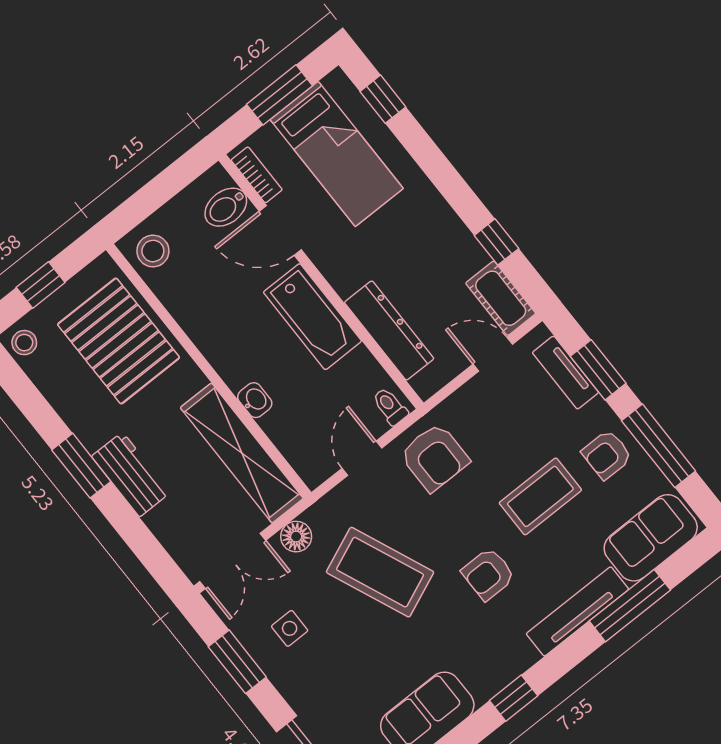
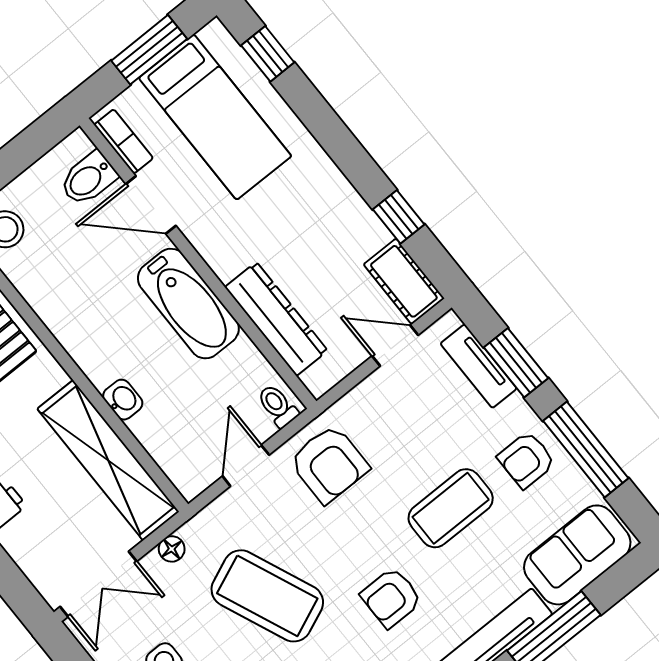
floor lamp: (296, 537) -> (172, 549), width x0.73, depth x0.73

